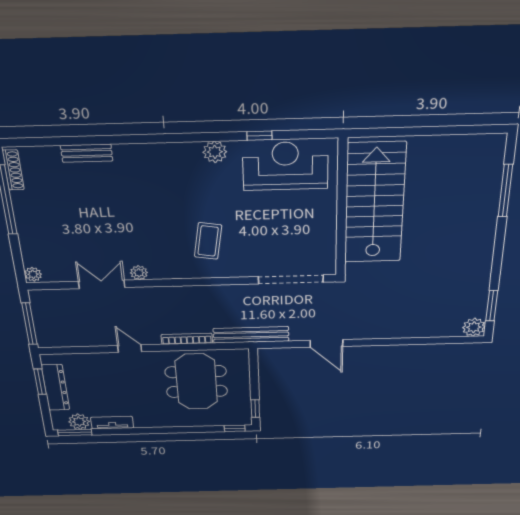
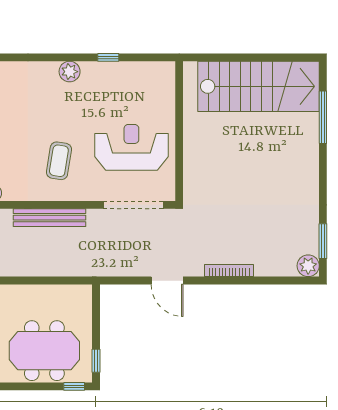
reception desk: (285, 166) -> (131, 147), moved
stairs: (375, 204) -> (259, 86), moved, turned 90
bench: (251, 335) -> (49, 218), moved
bookcase: (187, 339) -> (229, 271), moved
meeting table: (196, 382) -> (44, 351), moved, turned 90

